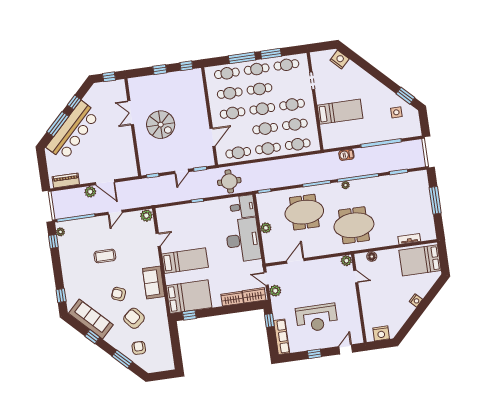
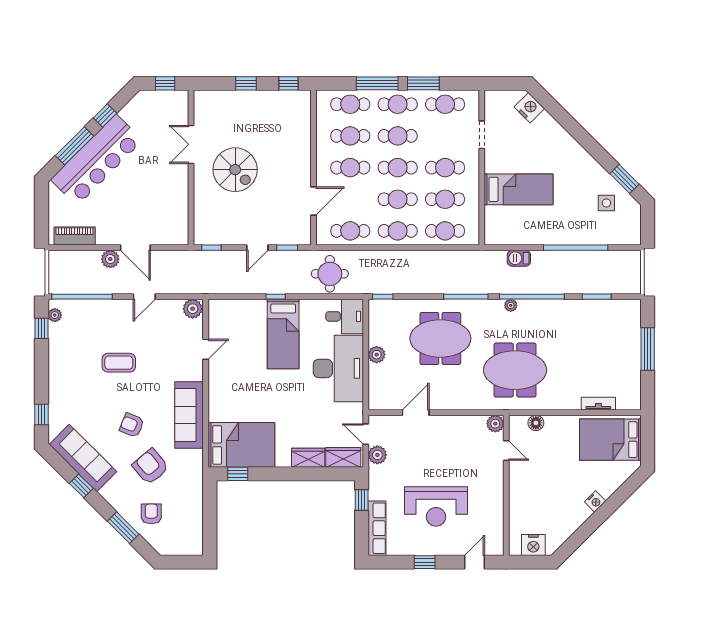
bed: (185, 261) -> (283, 334), moved, turned 90
sofa: (154, 283) -> (189, 415), width x1.36

